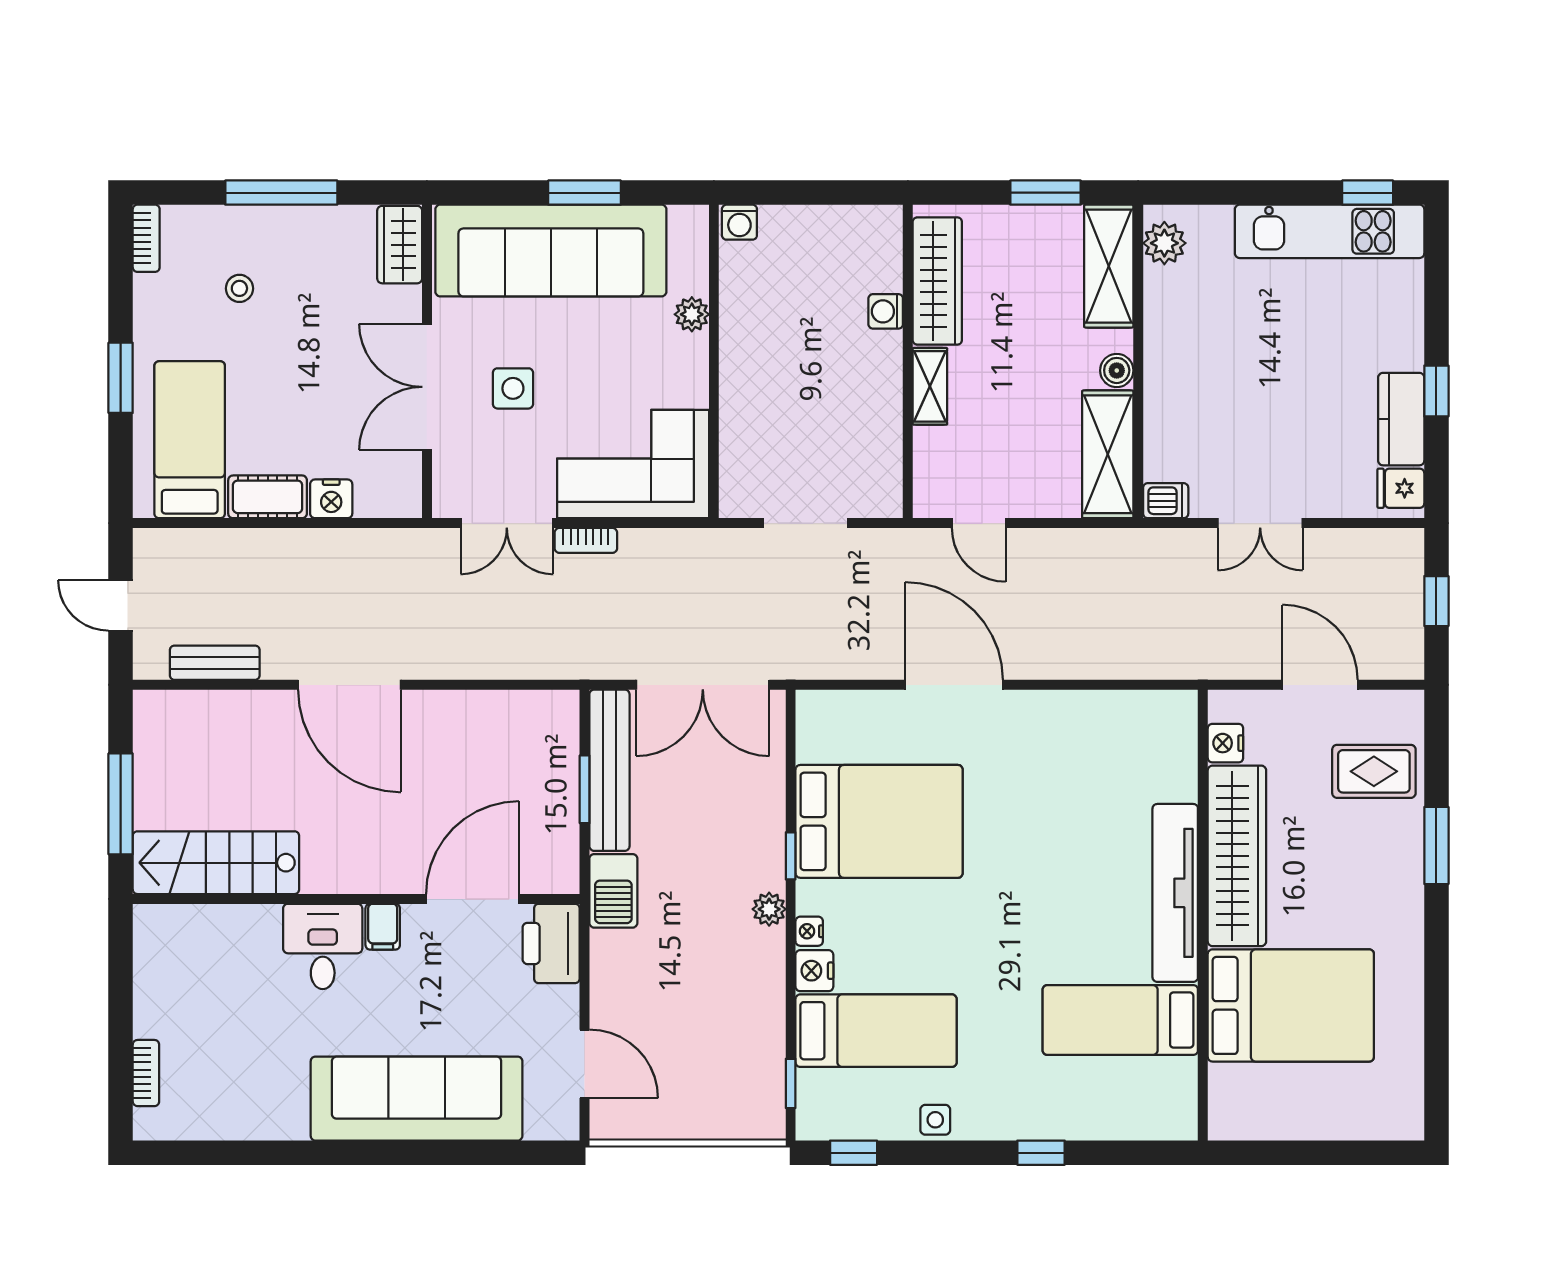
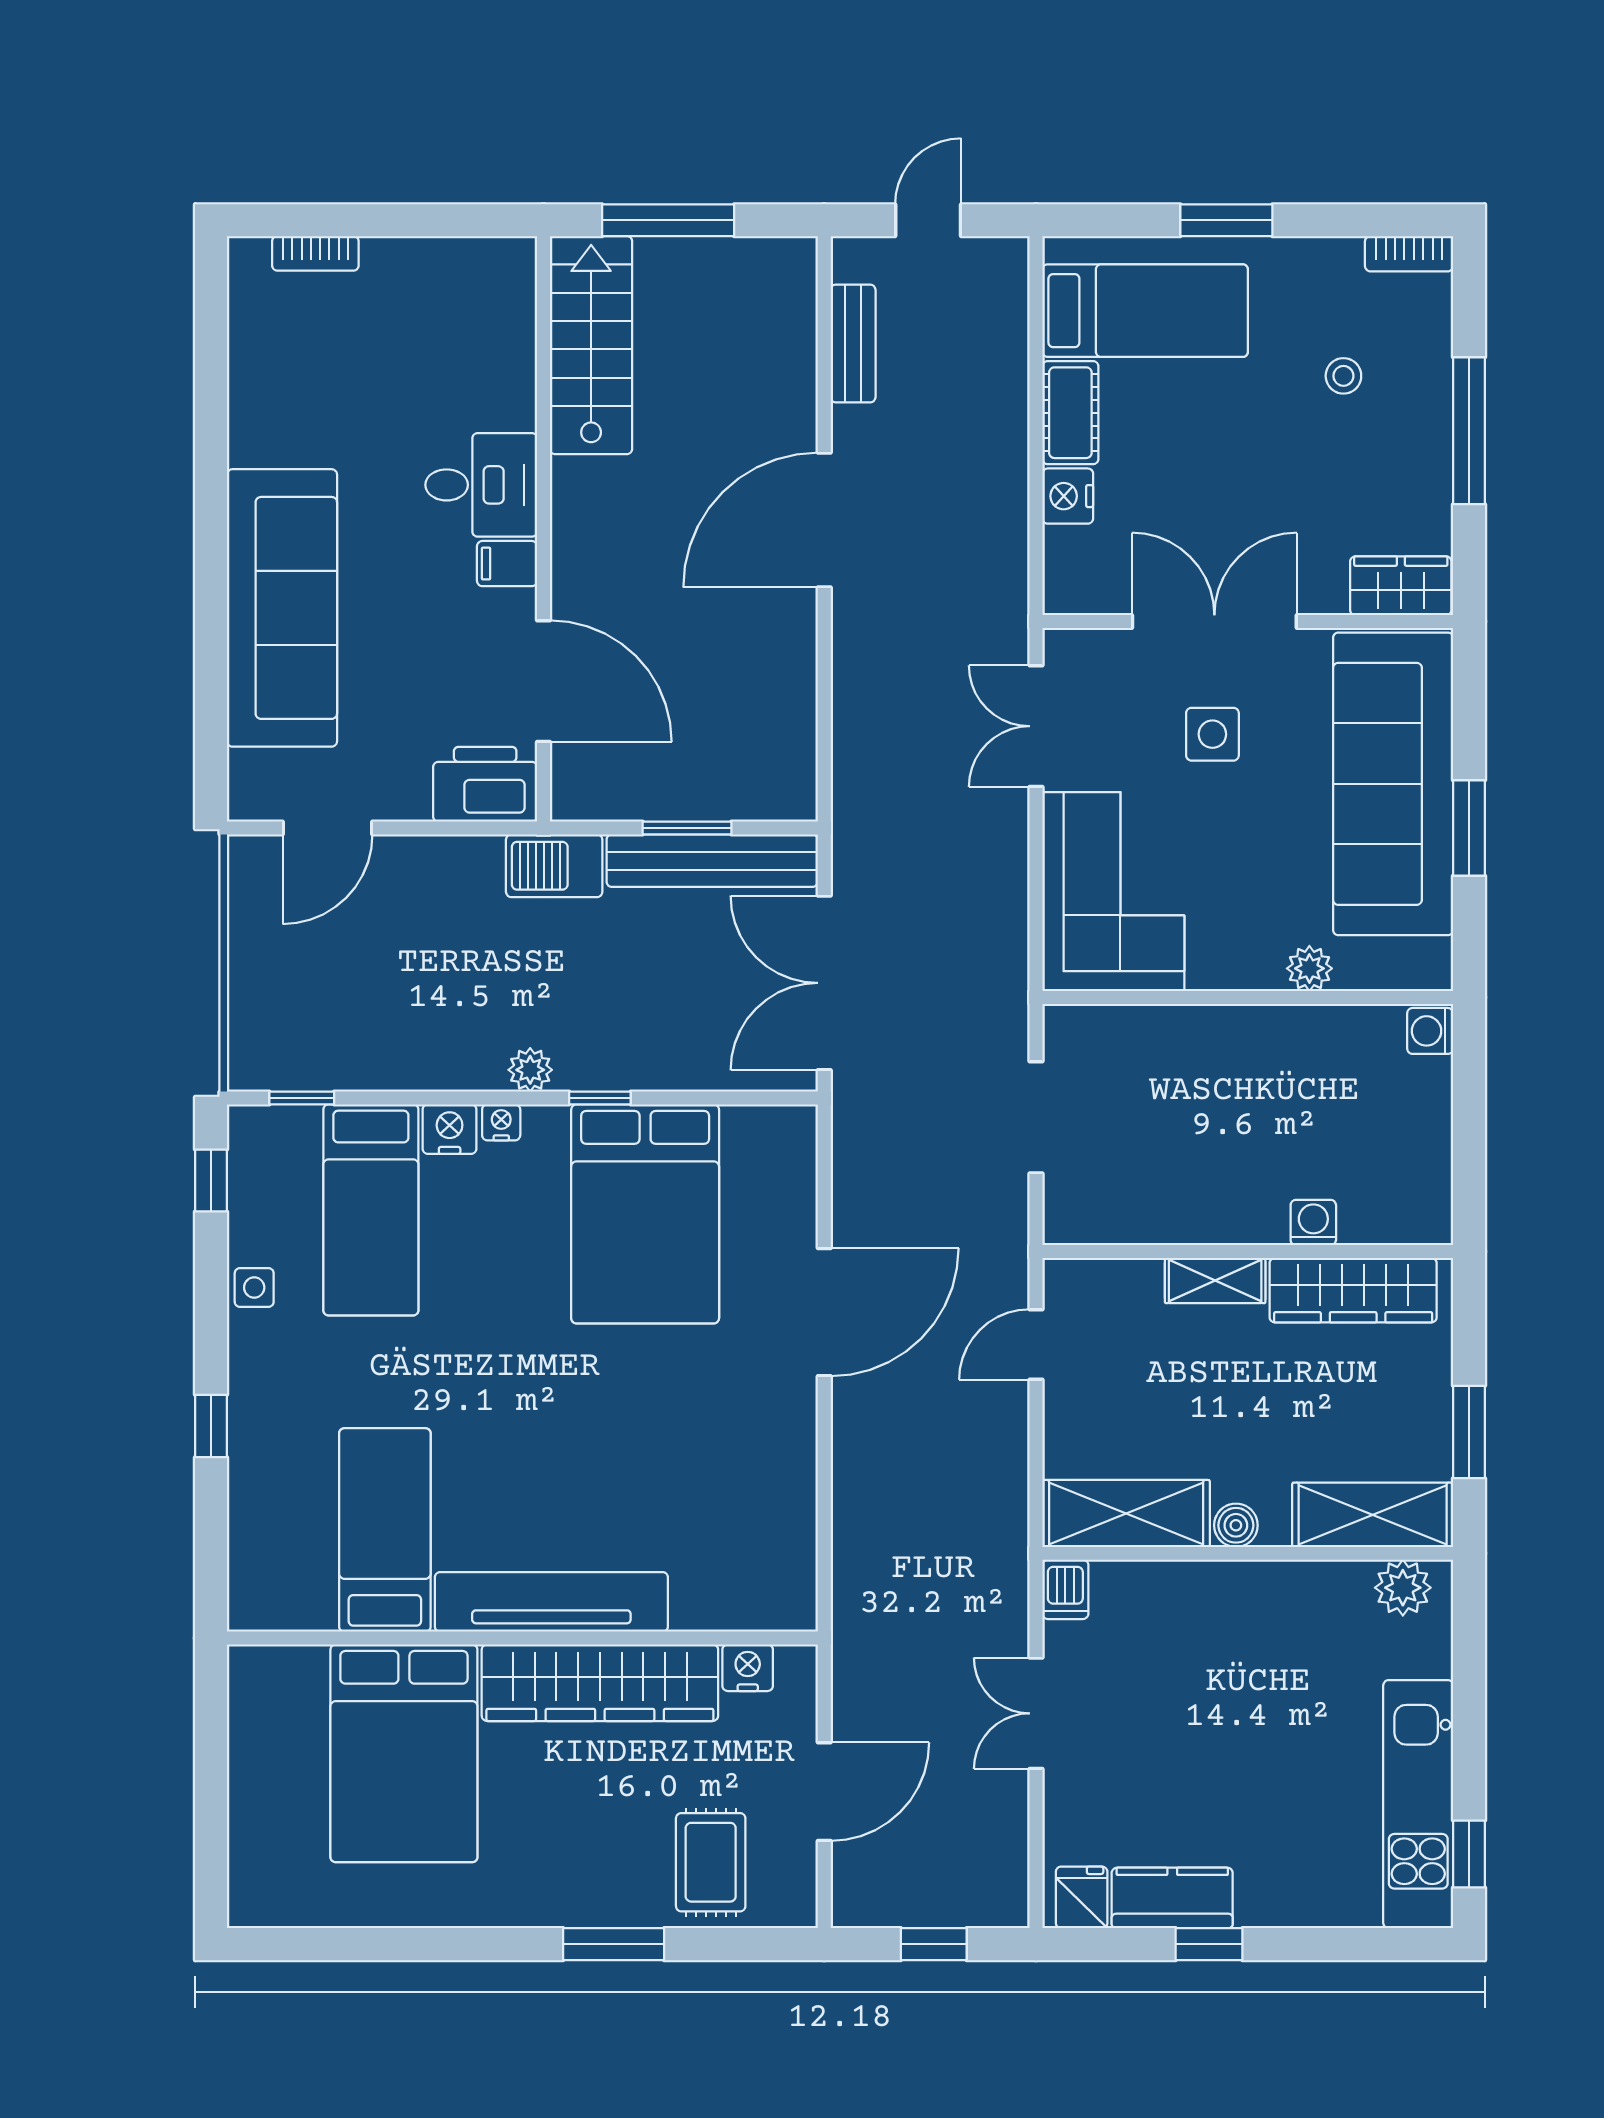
bookcase: (586, 540) -> (1013, 830), removed

